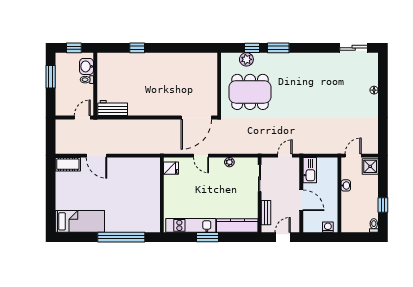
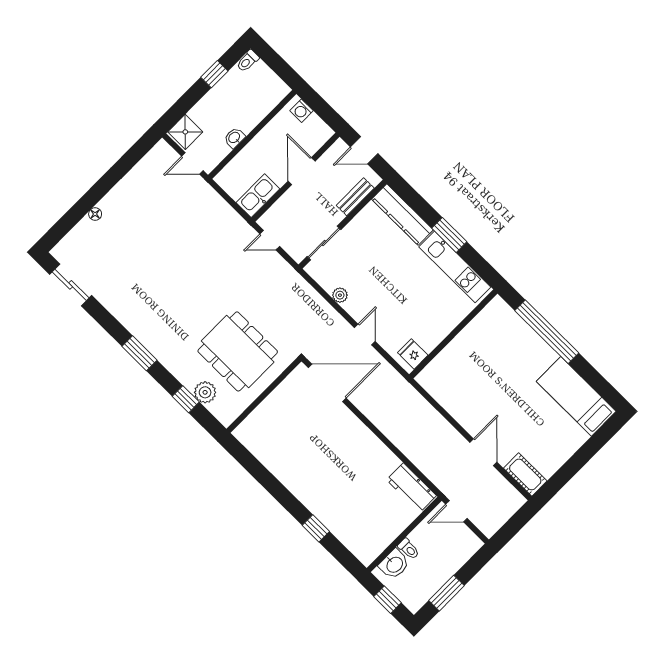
window: (278, 48) -> (140, 353), moved

